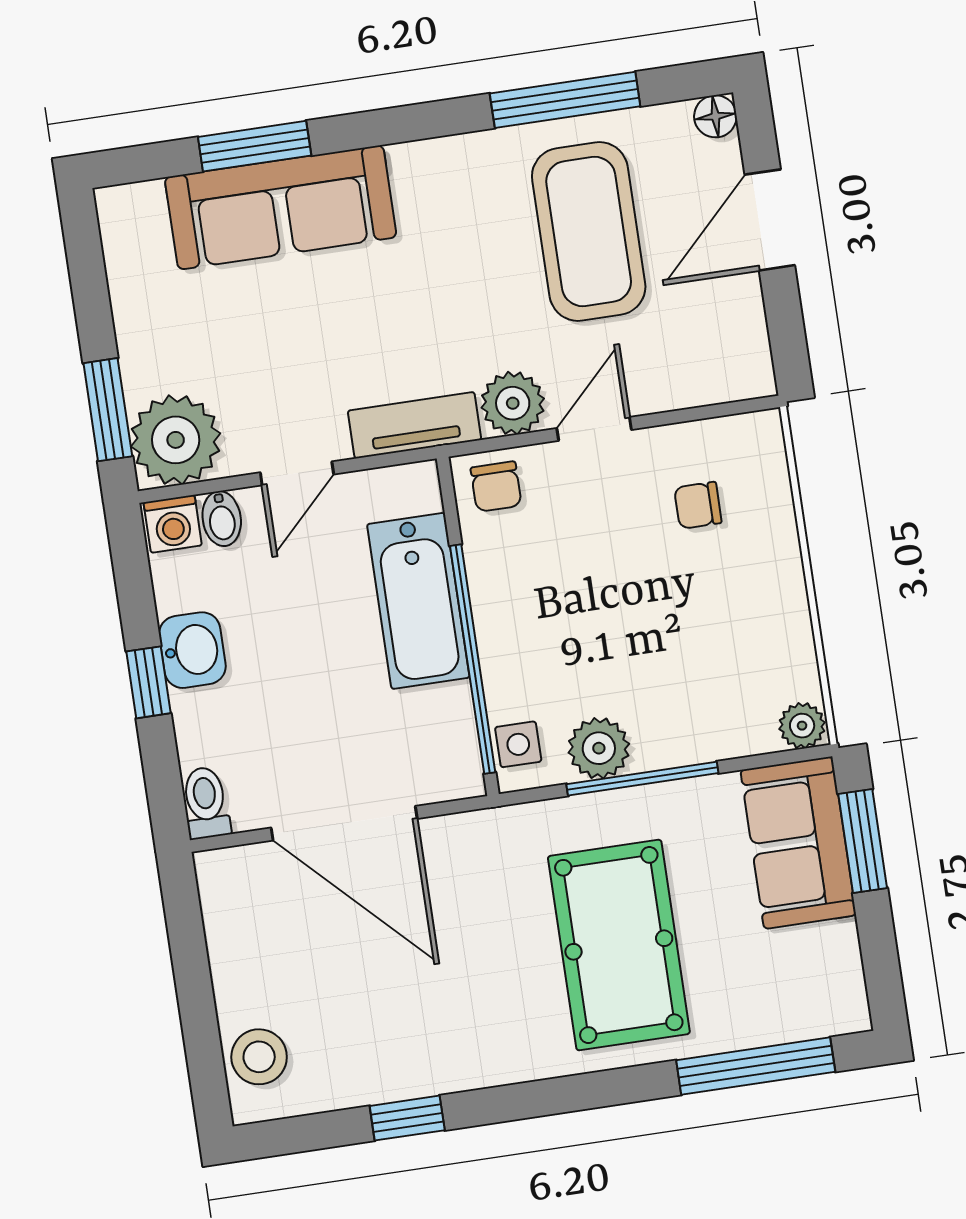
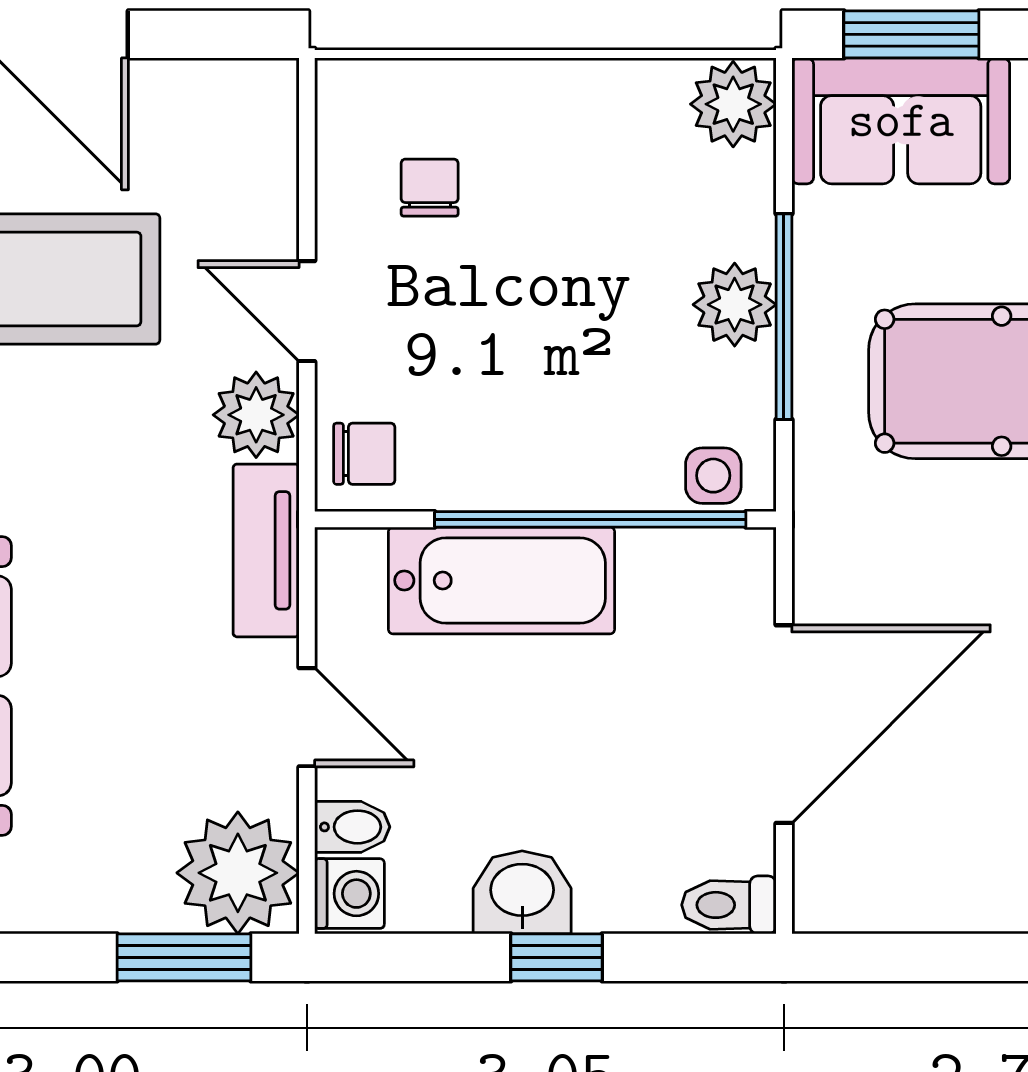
chair: (698, 505) -> (430, 188), turned 180
plant: (802, 726) -> (733, 104), width x1.38, depth x1.38
plant: (599, 748) -> (735, 305), moved

